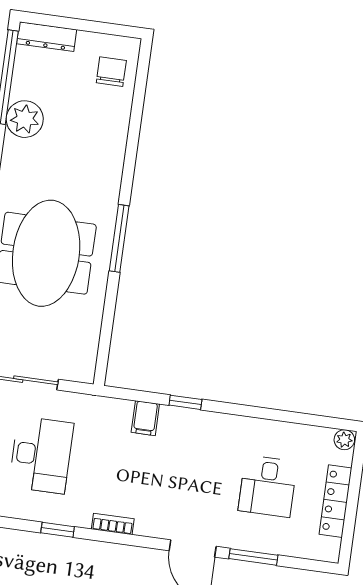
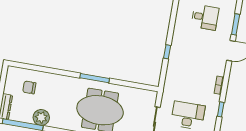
chair: (111, 72) -> (29, 87), moved
filing cabinet: (145, 418) -> (173, 69), removed

